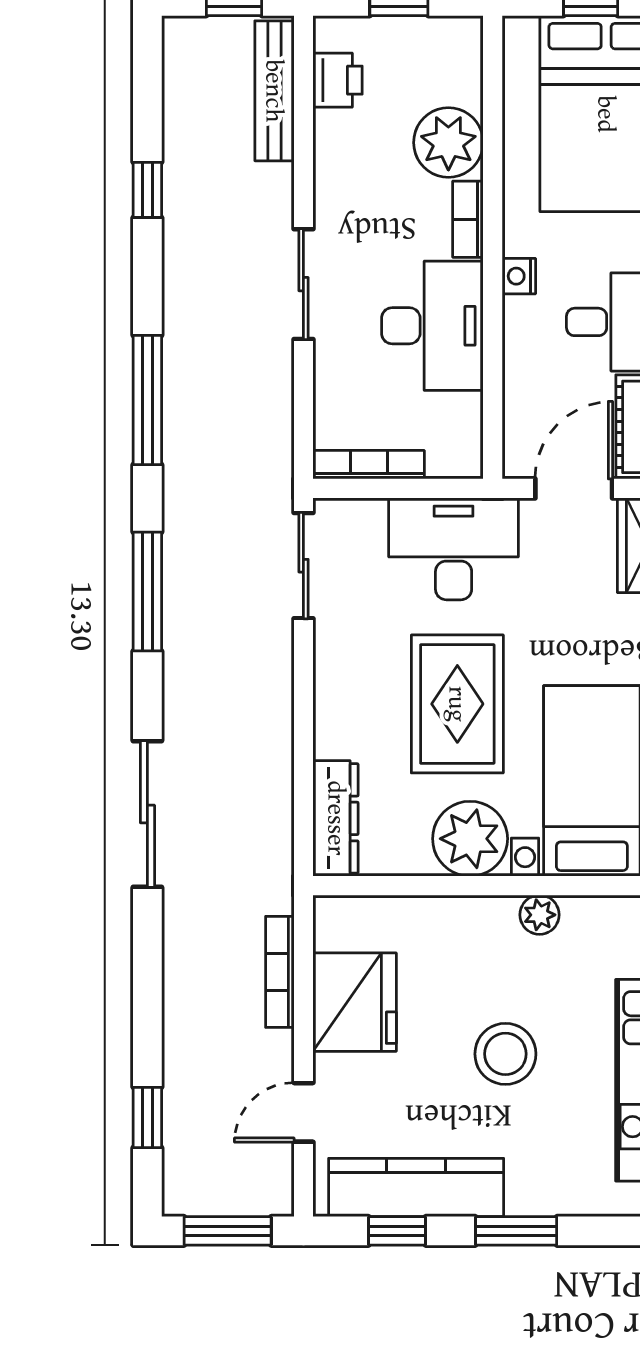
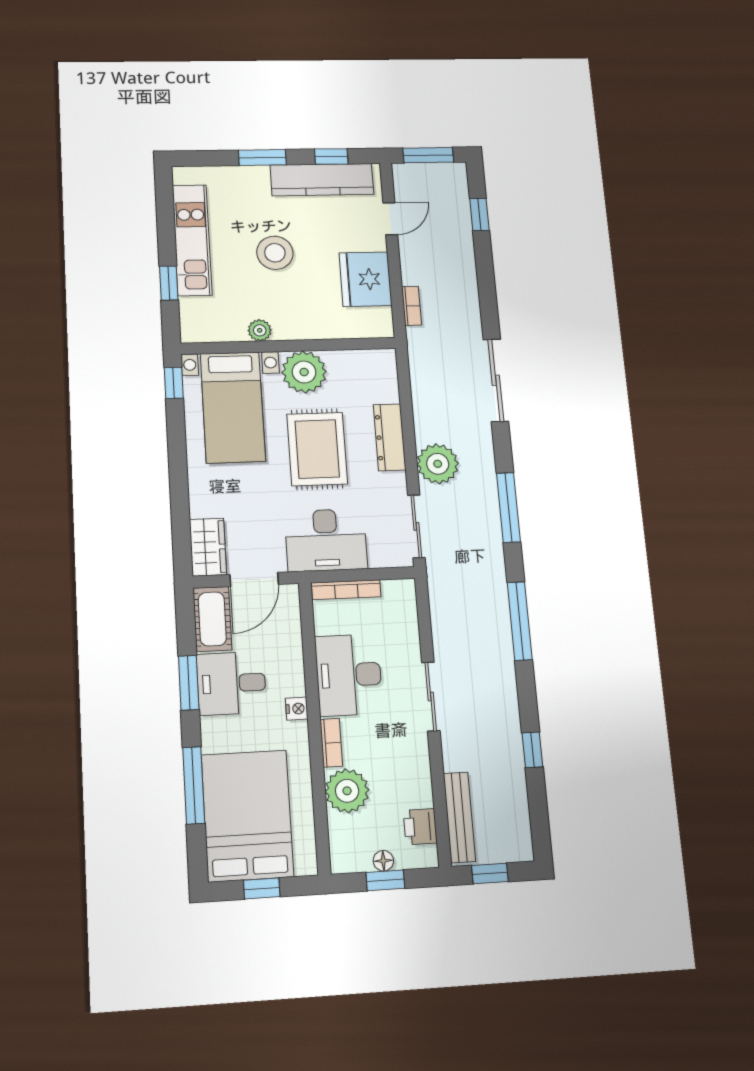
floor lamp: (400, 31) -> (383, 861), added
bookcase: (369, 465) -> (346, 590), moved
plant: (259, 671) -> (438, 464), added
dresser: (336, 818) -> (390, 437), moved
bookcase: (280, 972) -> (412, 306), width x0.64

